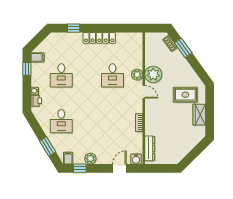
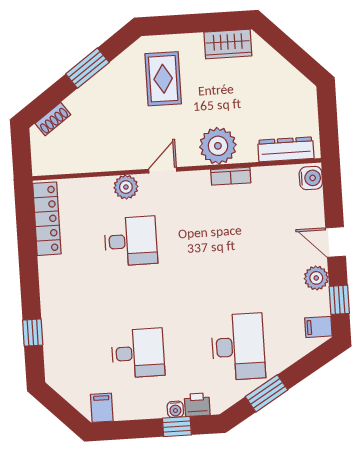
locker: (99, 38) -> (47, 219), moved
window: (183, 48) -> (87, 68), moved
window: (27, 69) -> (177, 426), moved
plant: (153, 74) -> (218, 146), moved
wardrobe: (199, 115) -> (228, 44), moved
desk: (61, 121) -> (238, 347), width x1.37
window: (48, 147) -> (267, 393), moved
door: (119, 168) -> (336, 242), moved

